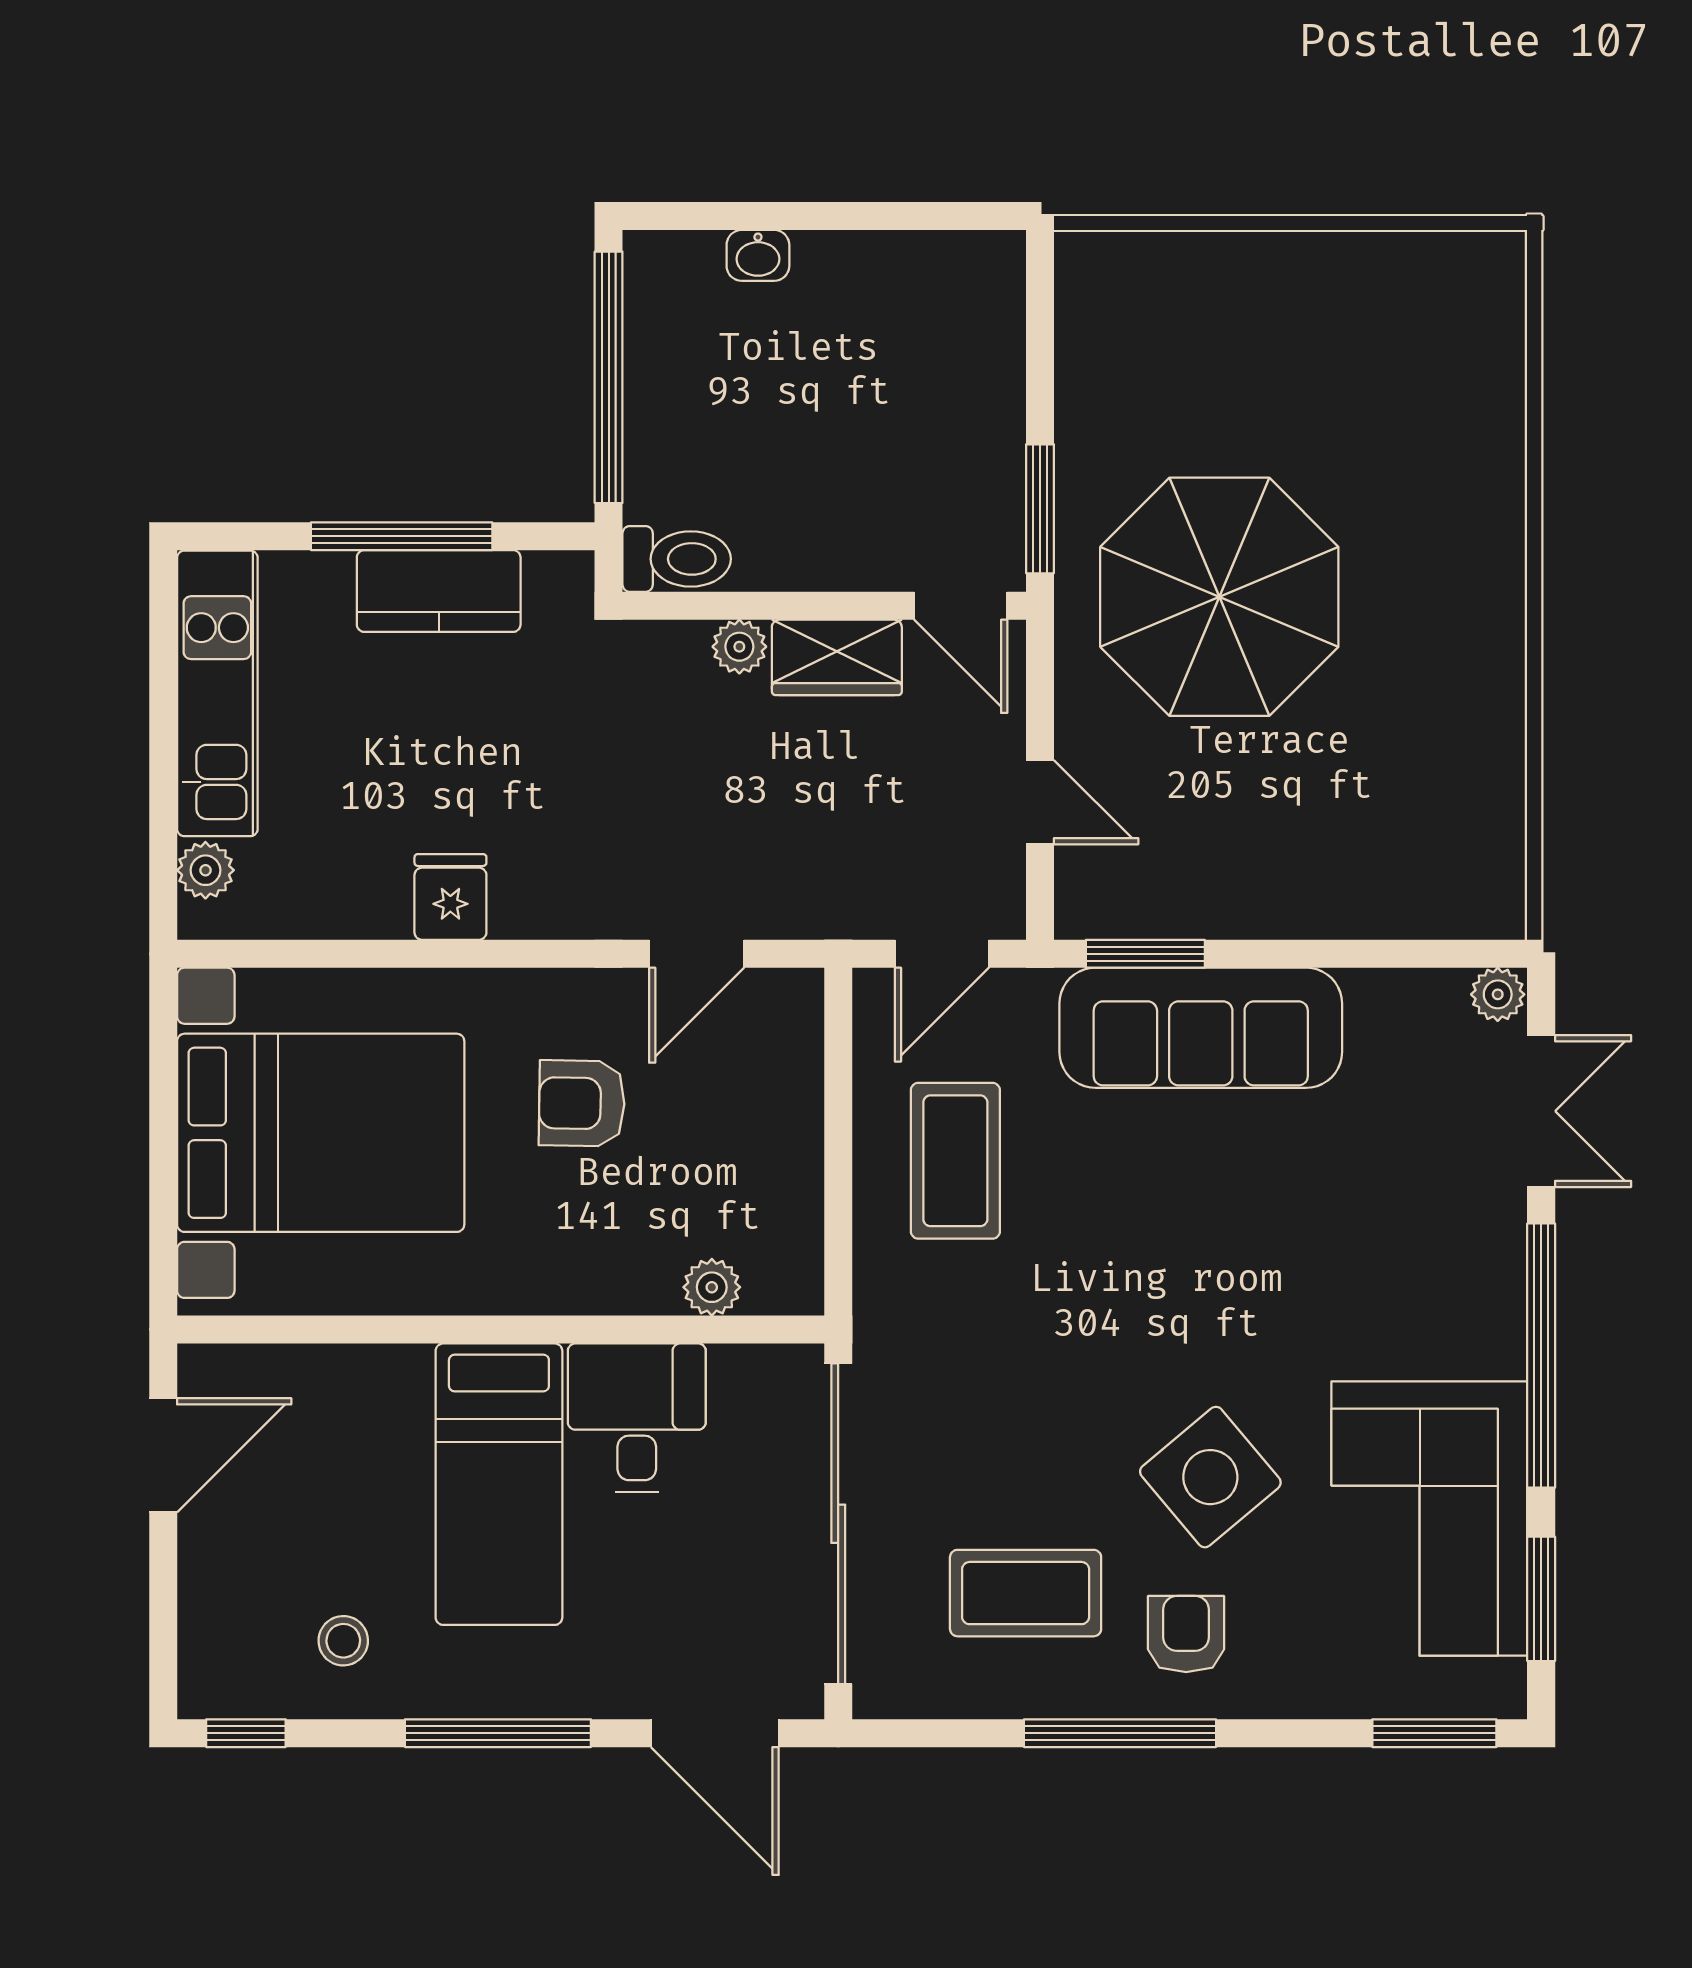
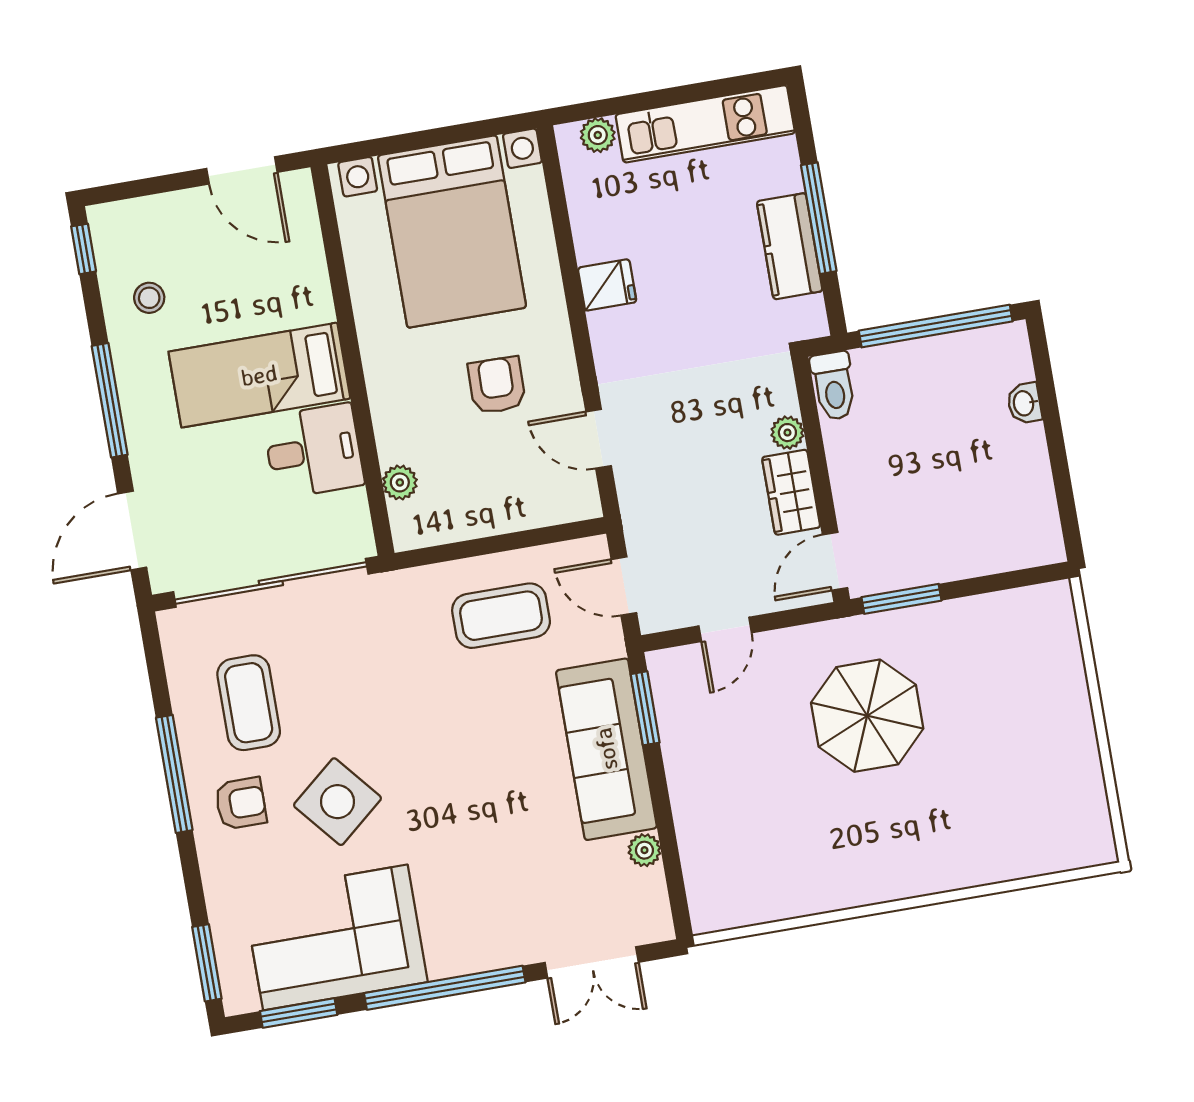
parasol: (1219, 597) -> (867, 716), width x0.73, depth x0.73
plant: (1498, 994) -> (644, 850), moved

